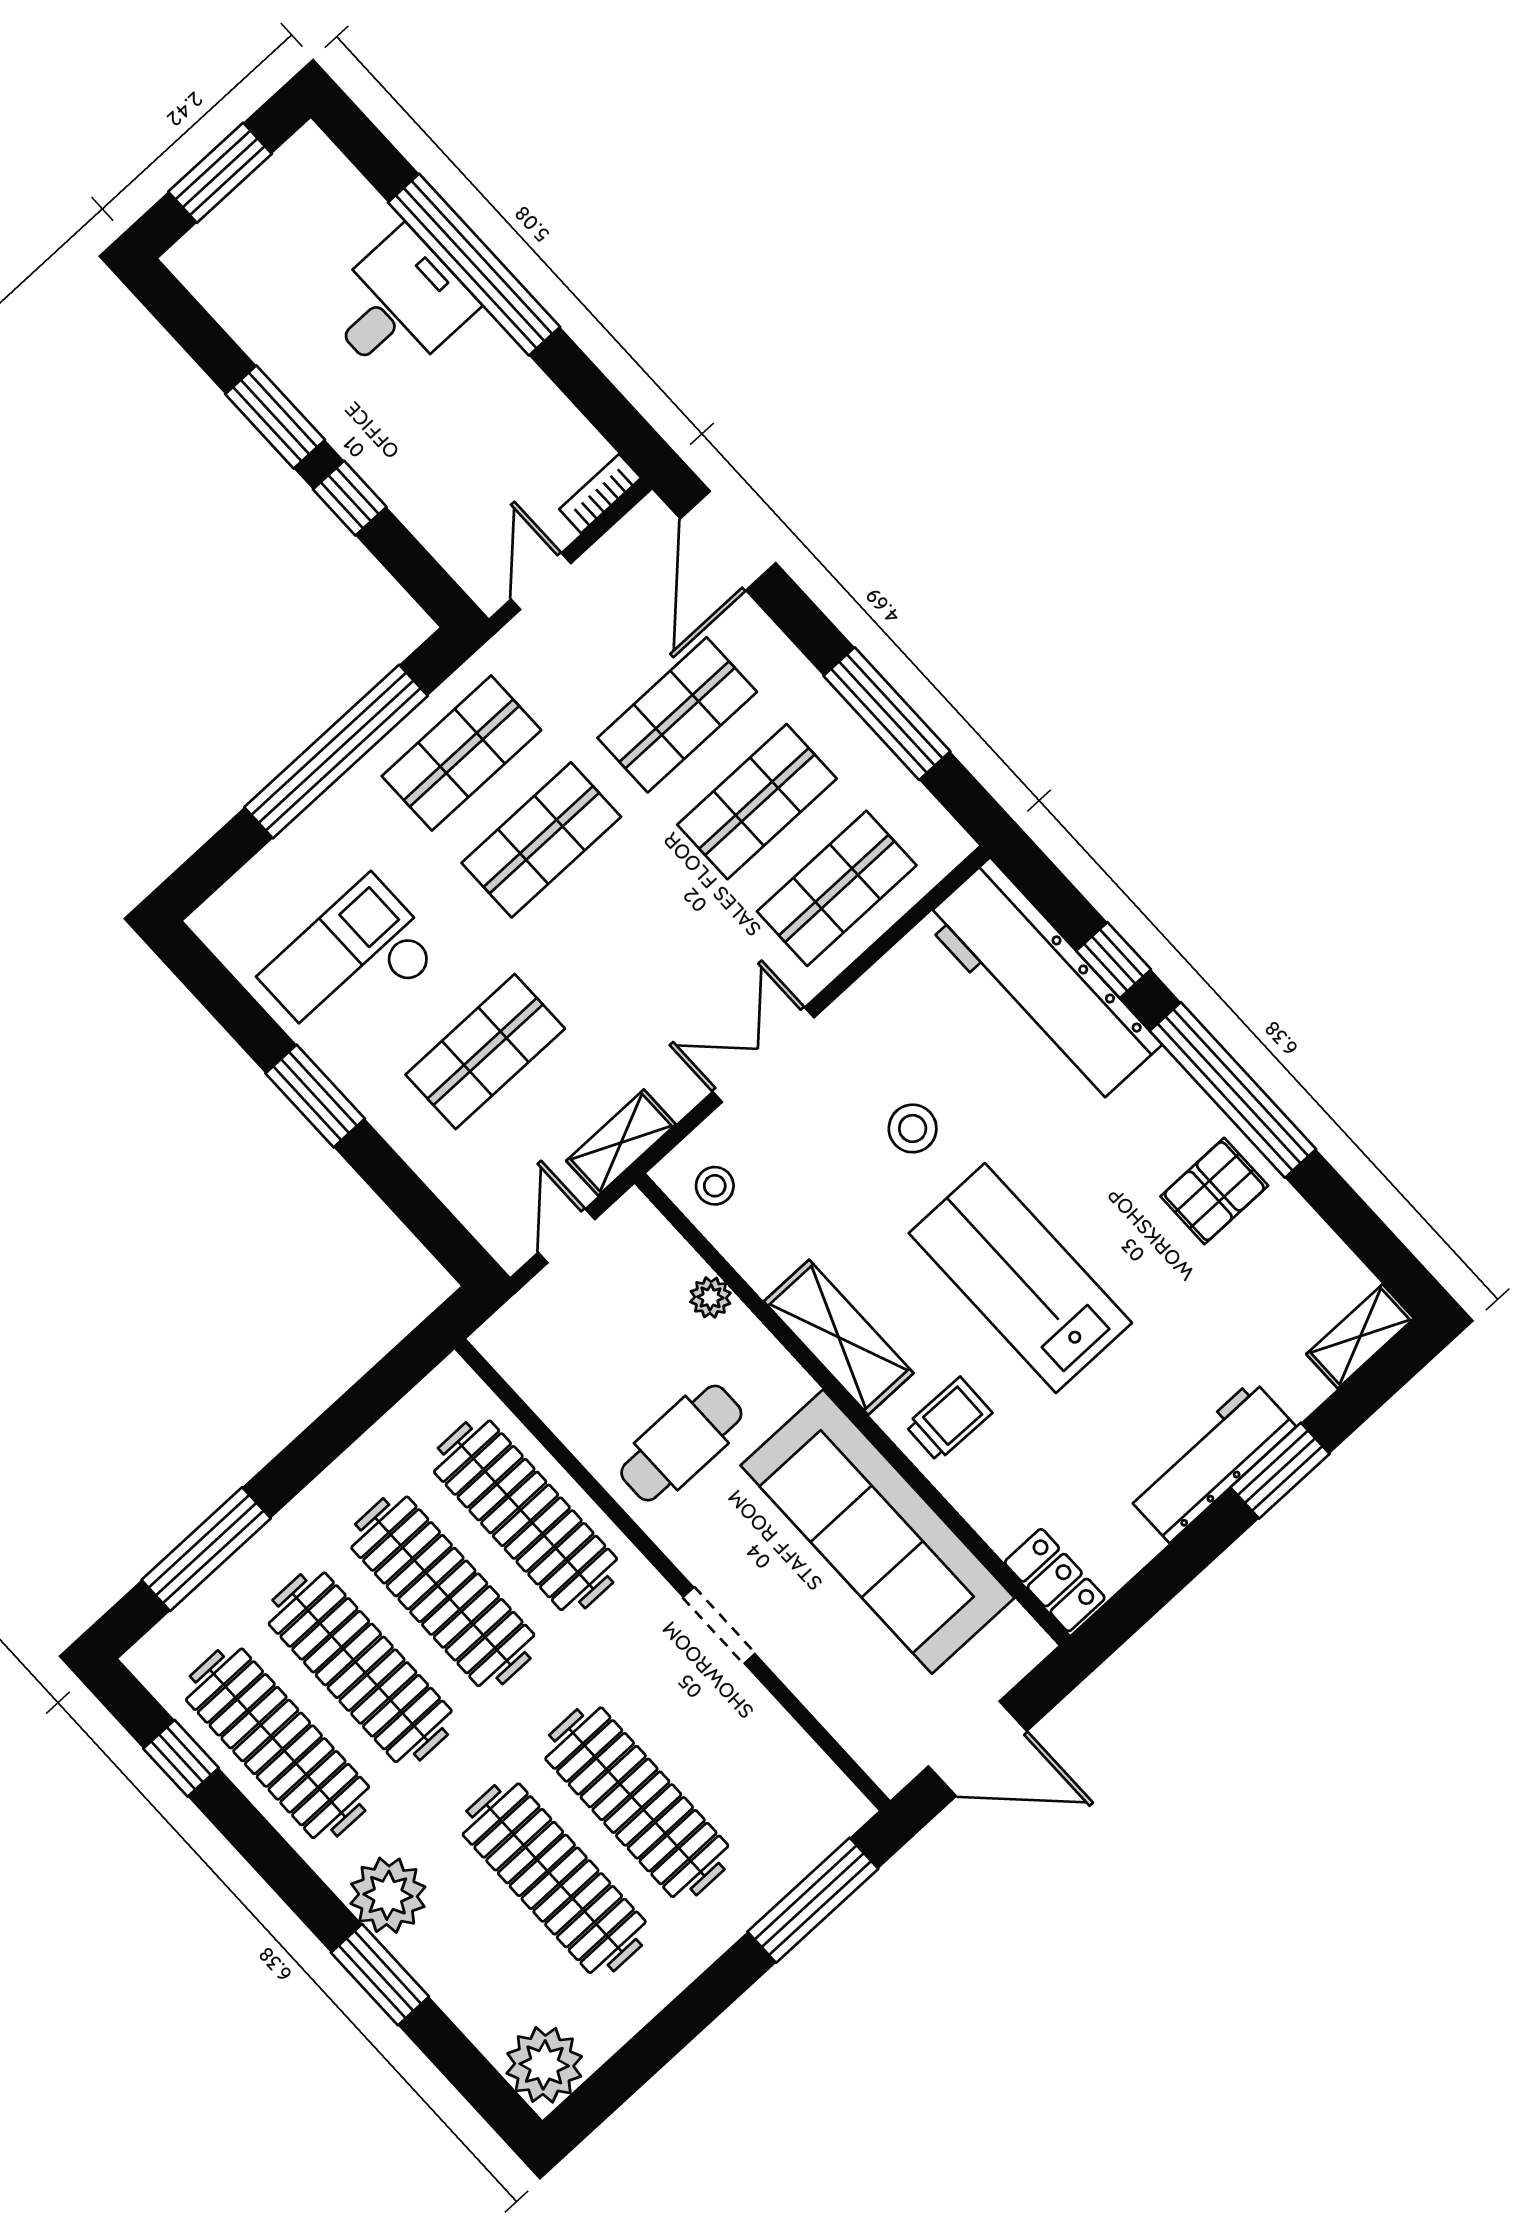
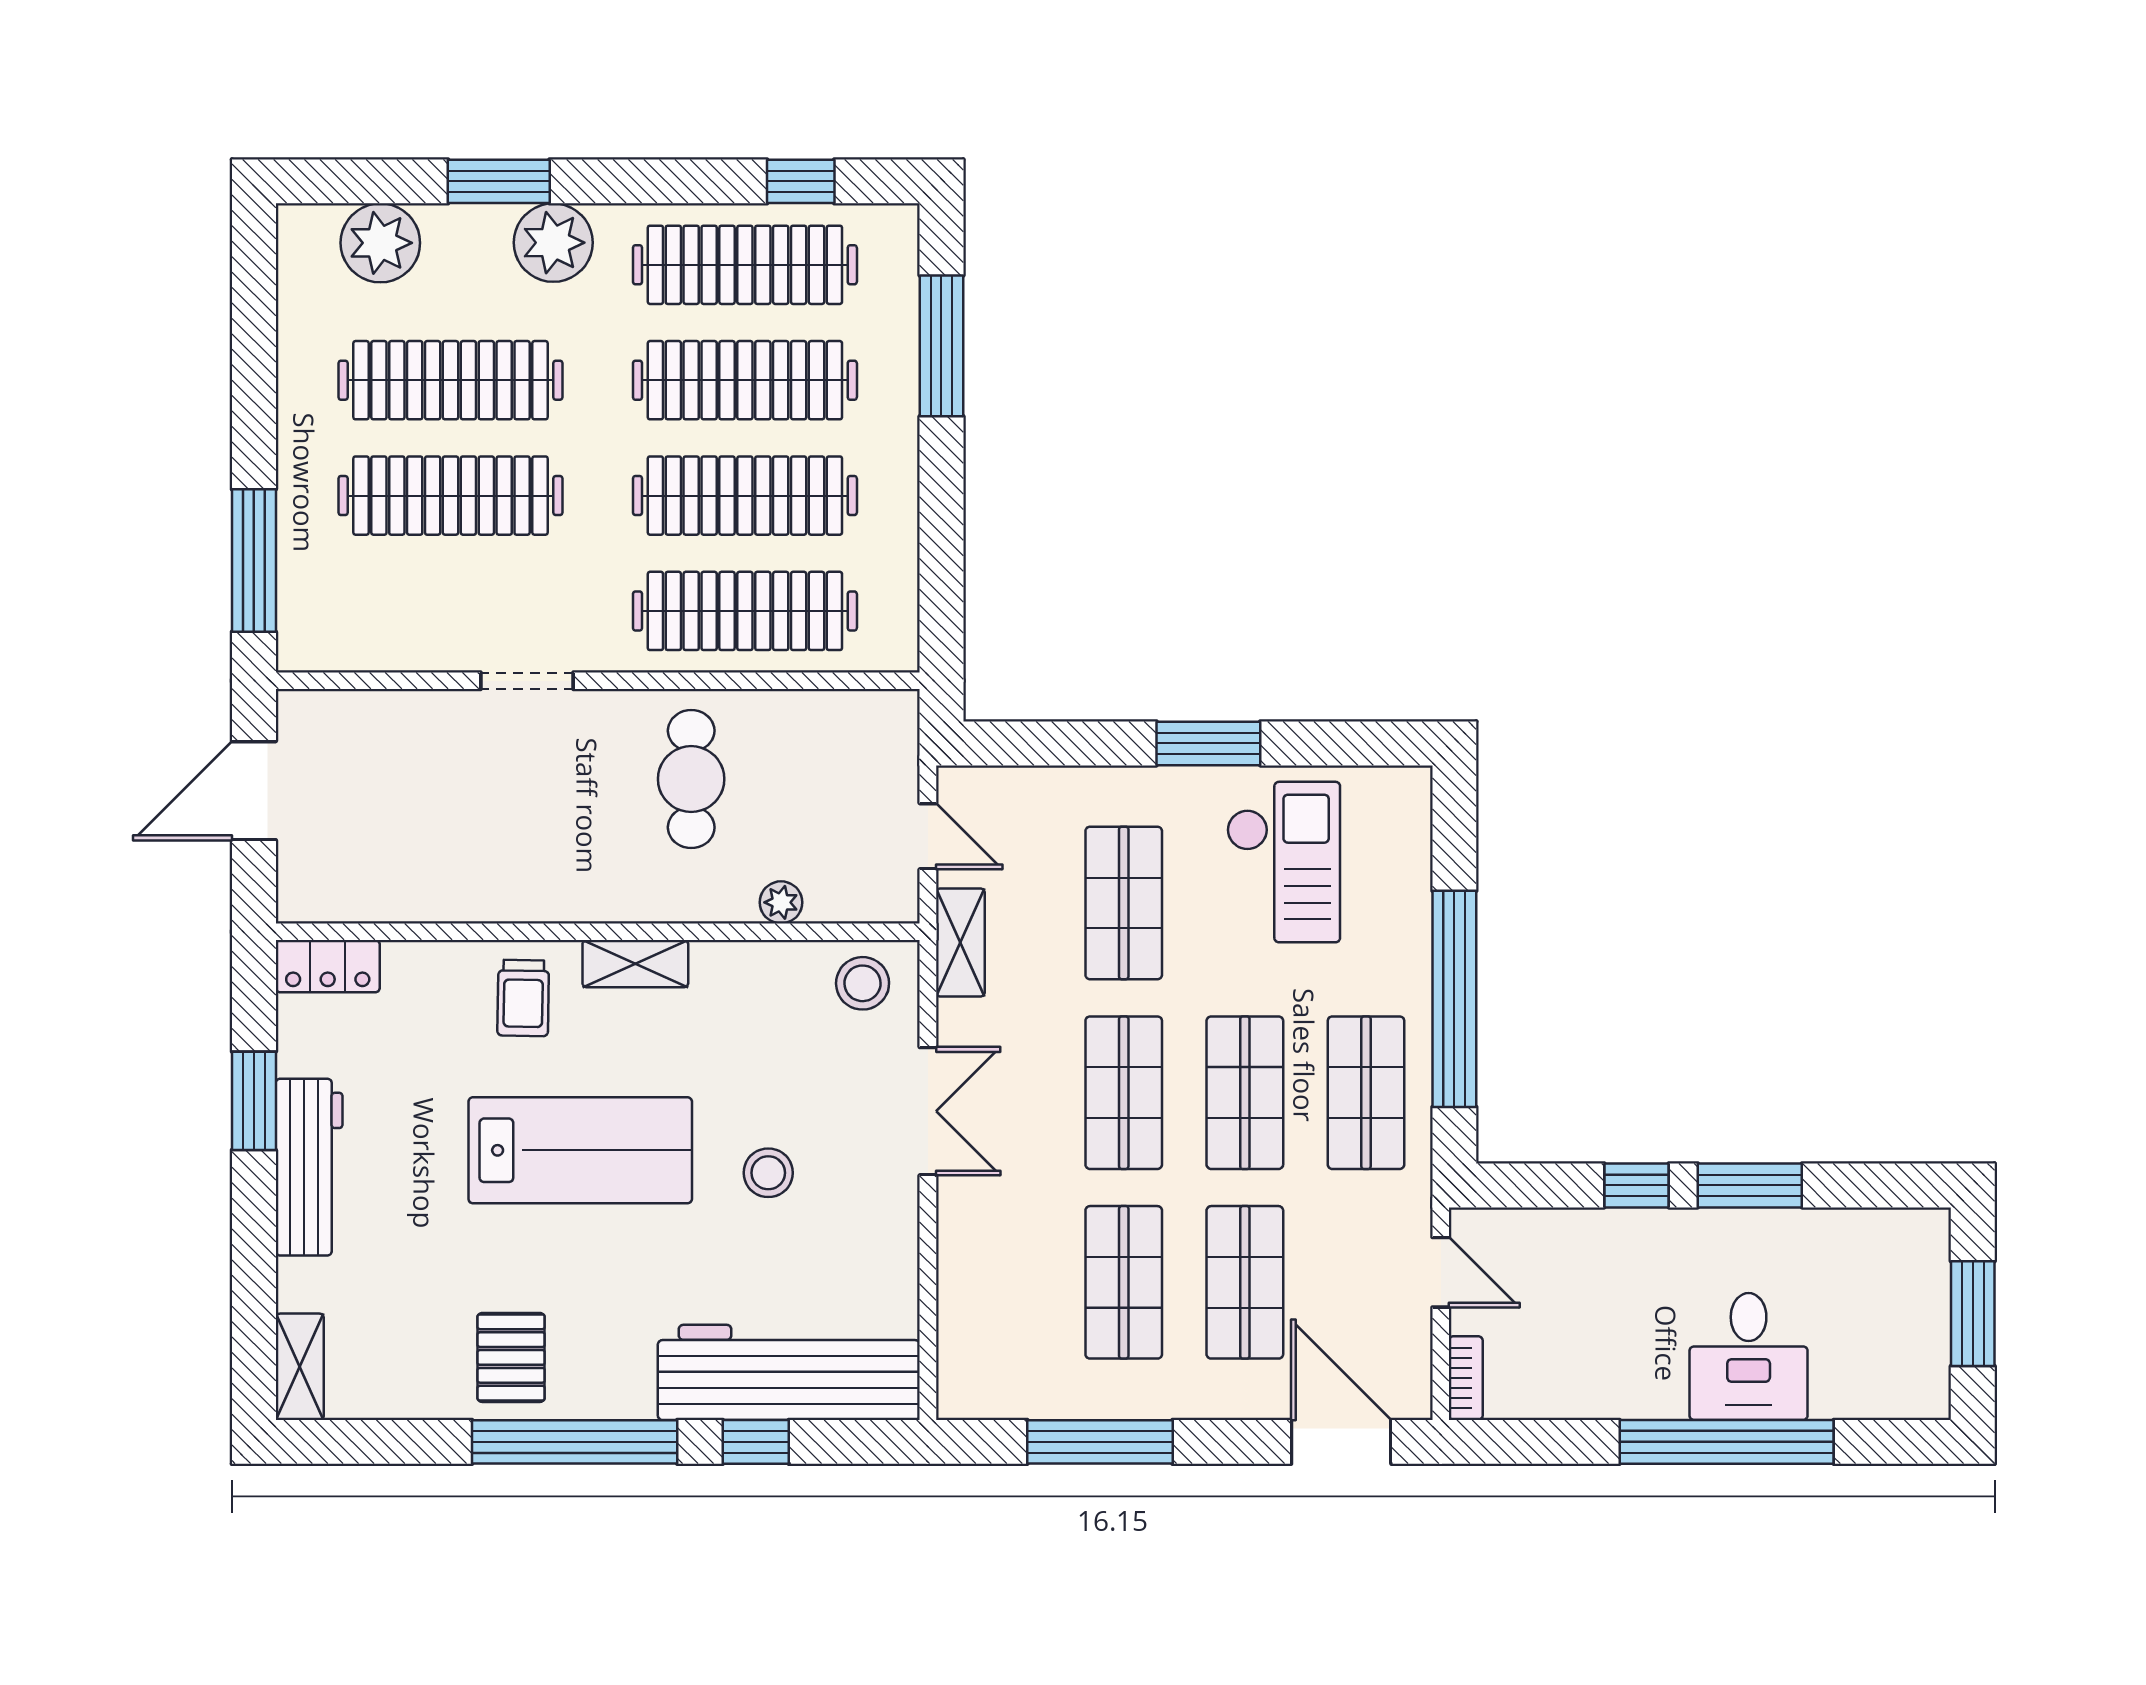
shop shelf: (837, 888) -> (1124, 1093), moved
stool: (715, 1186) -> (863, 983), width x1.37, depth x1.37
shelving: (839, 1337) -> (635, 964), width x0.67, depth x0.75
window: (1280, 1471) -> (254, 1101), moved
sofa: (877, 1532) -> (488, 866), removed
plant: (544, 2065) -> (380, 243), moved

